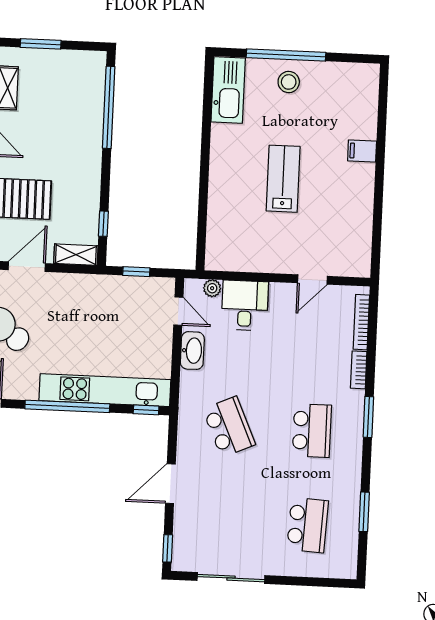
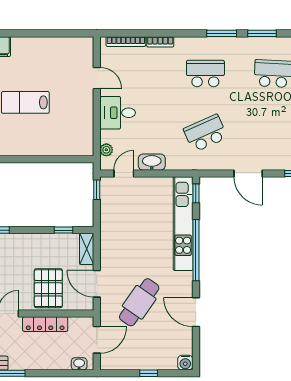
window: (136, 272) -> (97, 190), moved
desk: (245, 305) -> (118, 113), moved
window: (368, 417) -> (222, 33), moved

